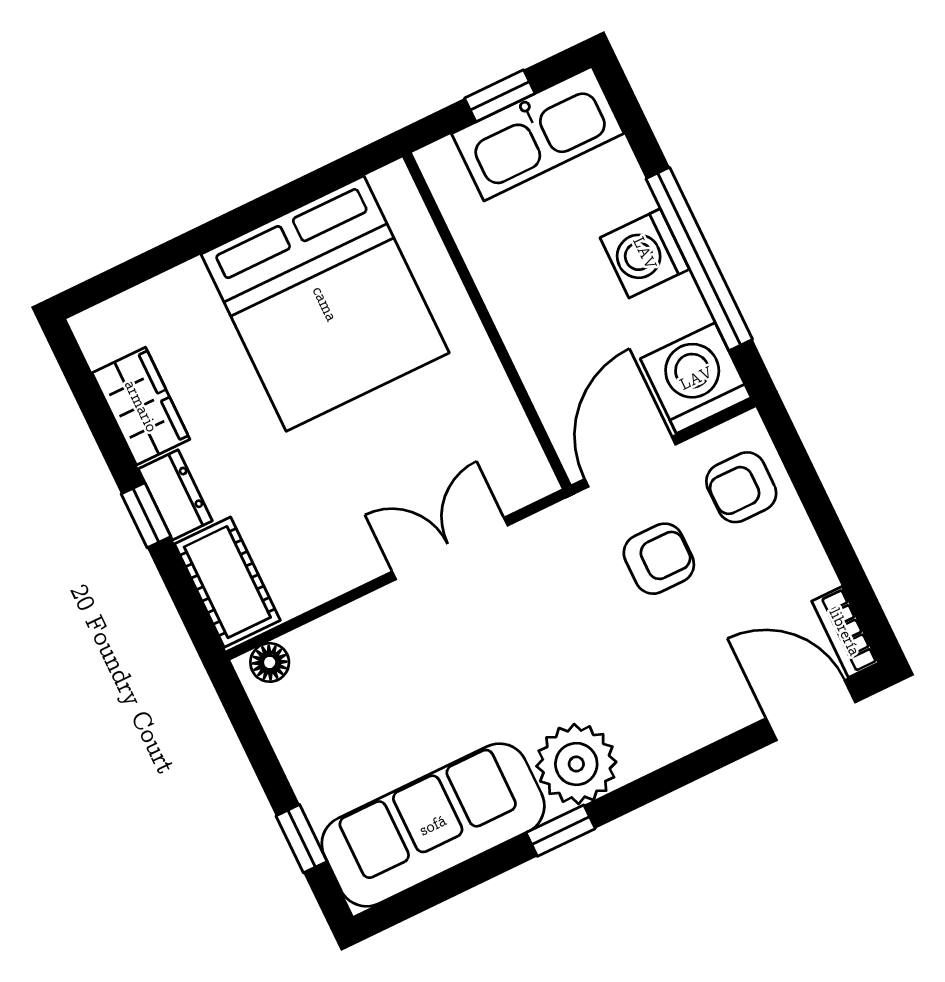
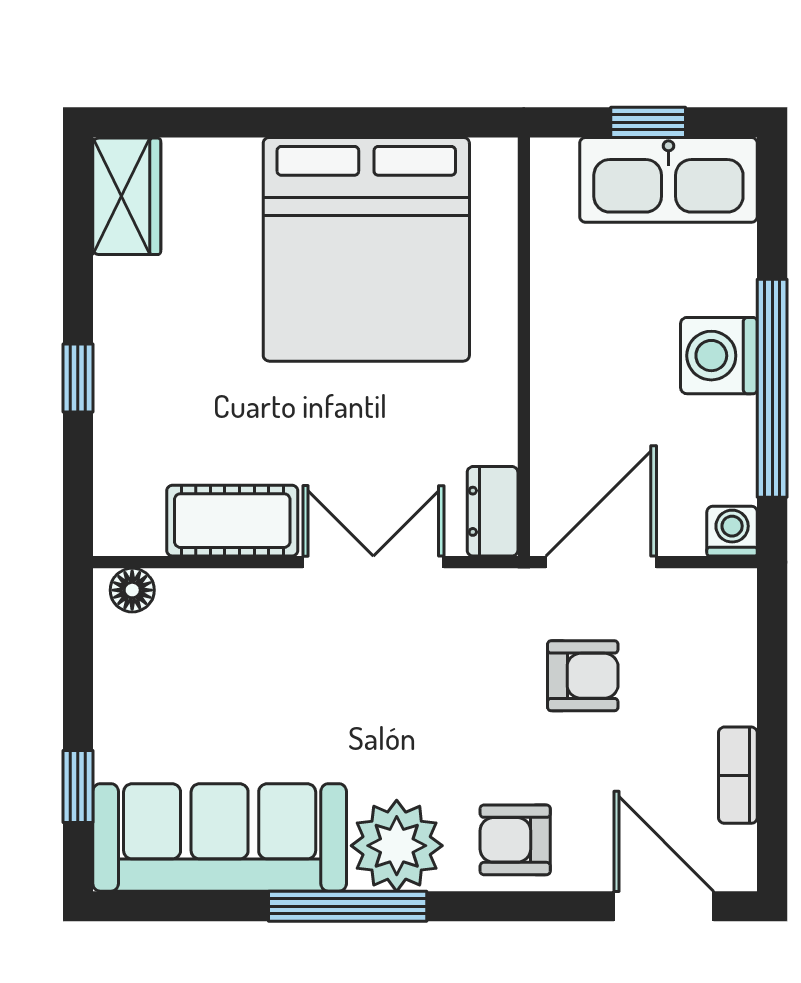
washing machine: (696, 378) -> (732, 531), width x0.53, depth x0.53
wardrobe: (141, 406) -> (127, 196), moved
armchair: (741, 487) -> (515, 840), moved
dresser: (175, 495) -> (493, 511), moved, turned 180
cot: (227, 582) -> (232, 521), moved, turned 90
bookcase: (845, 632) -> (738, 775), moved
window: (561, 831) -> (348, 906), width x2.17

